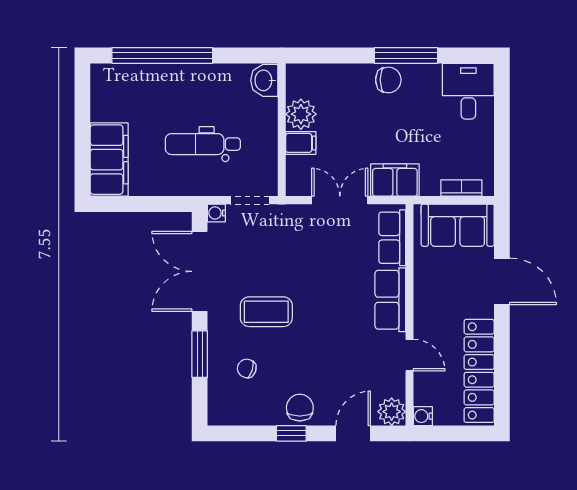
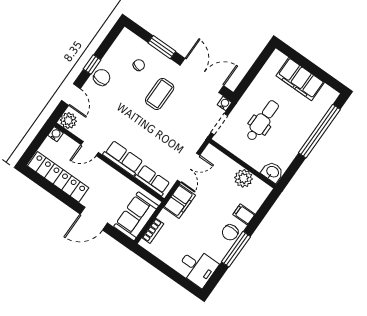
filing cabinet: (301, 143) -> (244, 214), moved, turned 90
filing cabinet: (109, 160) -> (300, 79), moved
chair: (300, 408) -> (102, 77), turned -90

